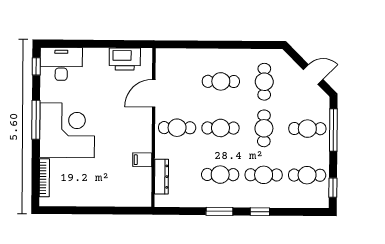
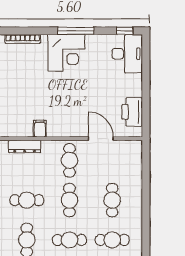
corner desk: (67, 130) -> (66, 53), width x0.74, depth x0.74
cafe table: (220, 175) -> (27, 200), turned 90

